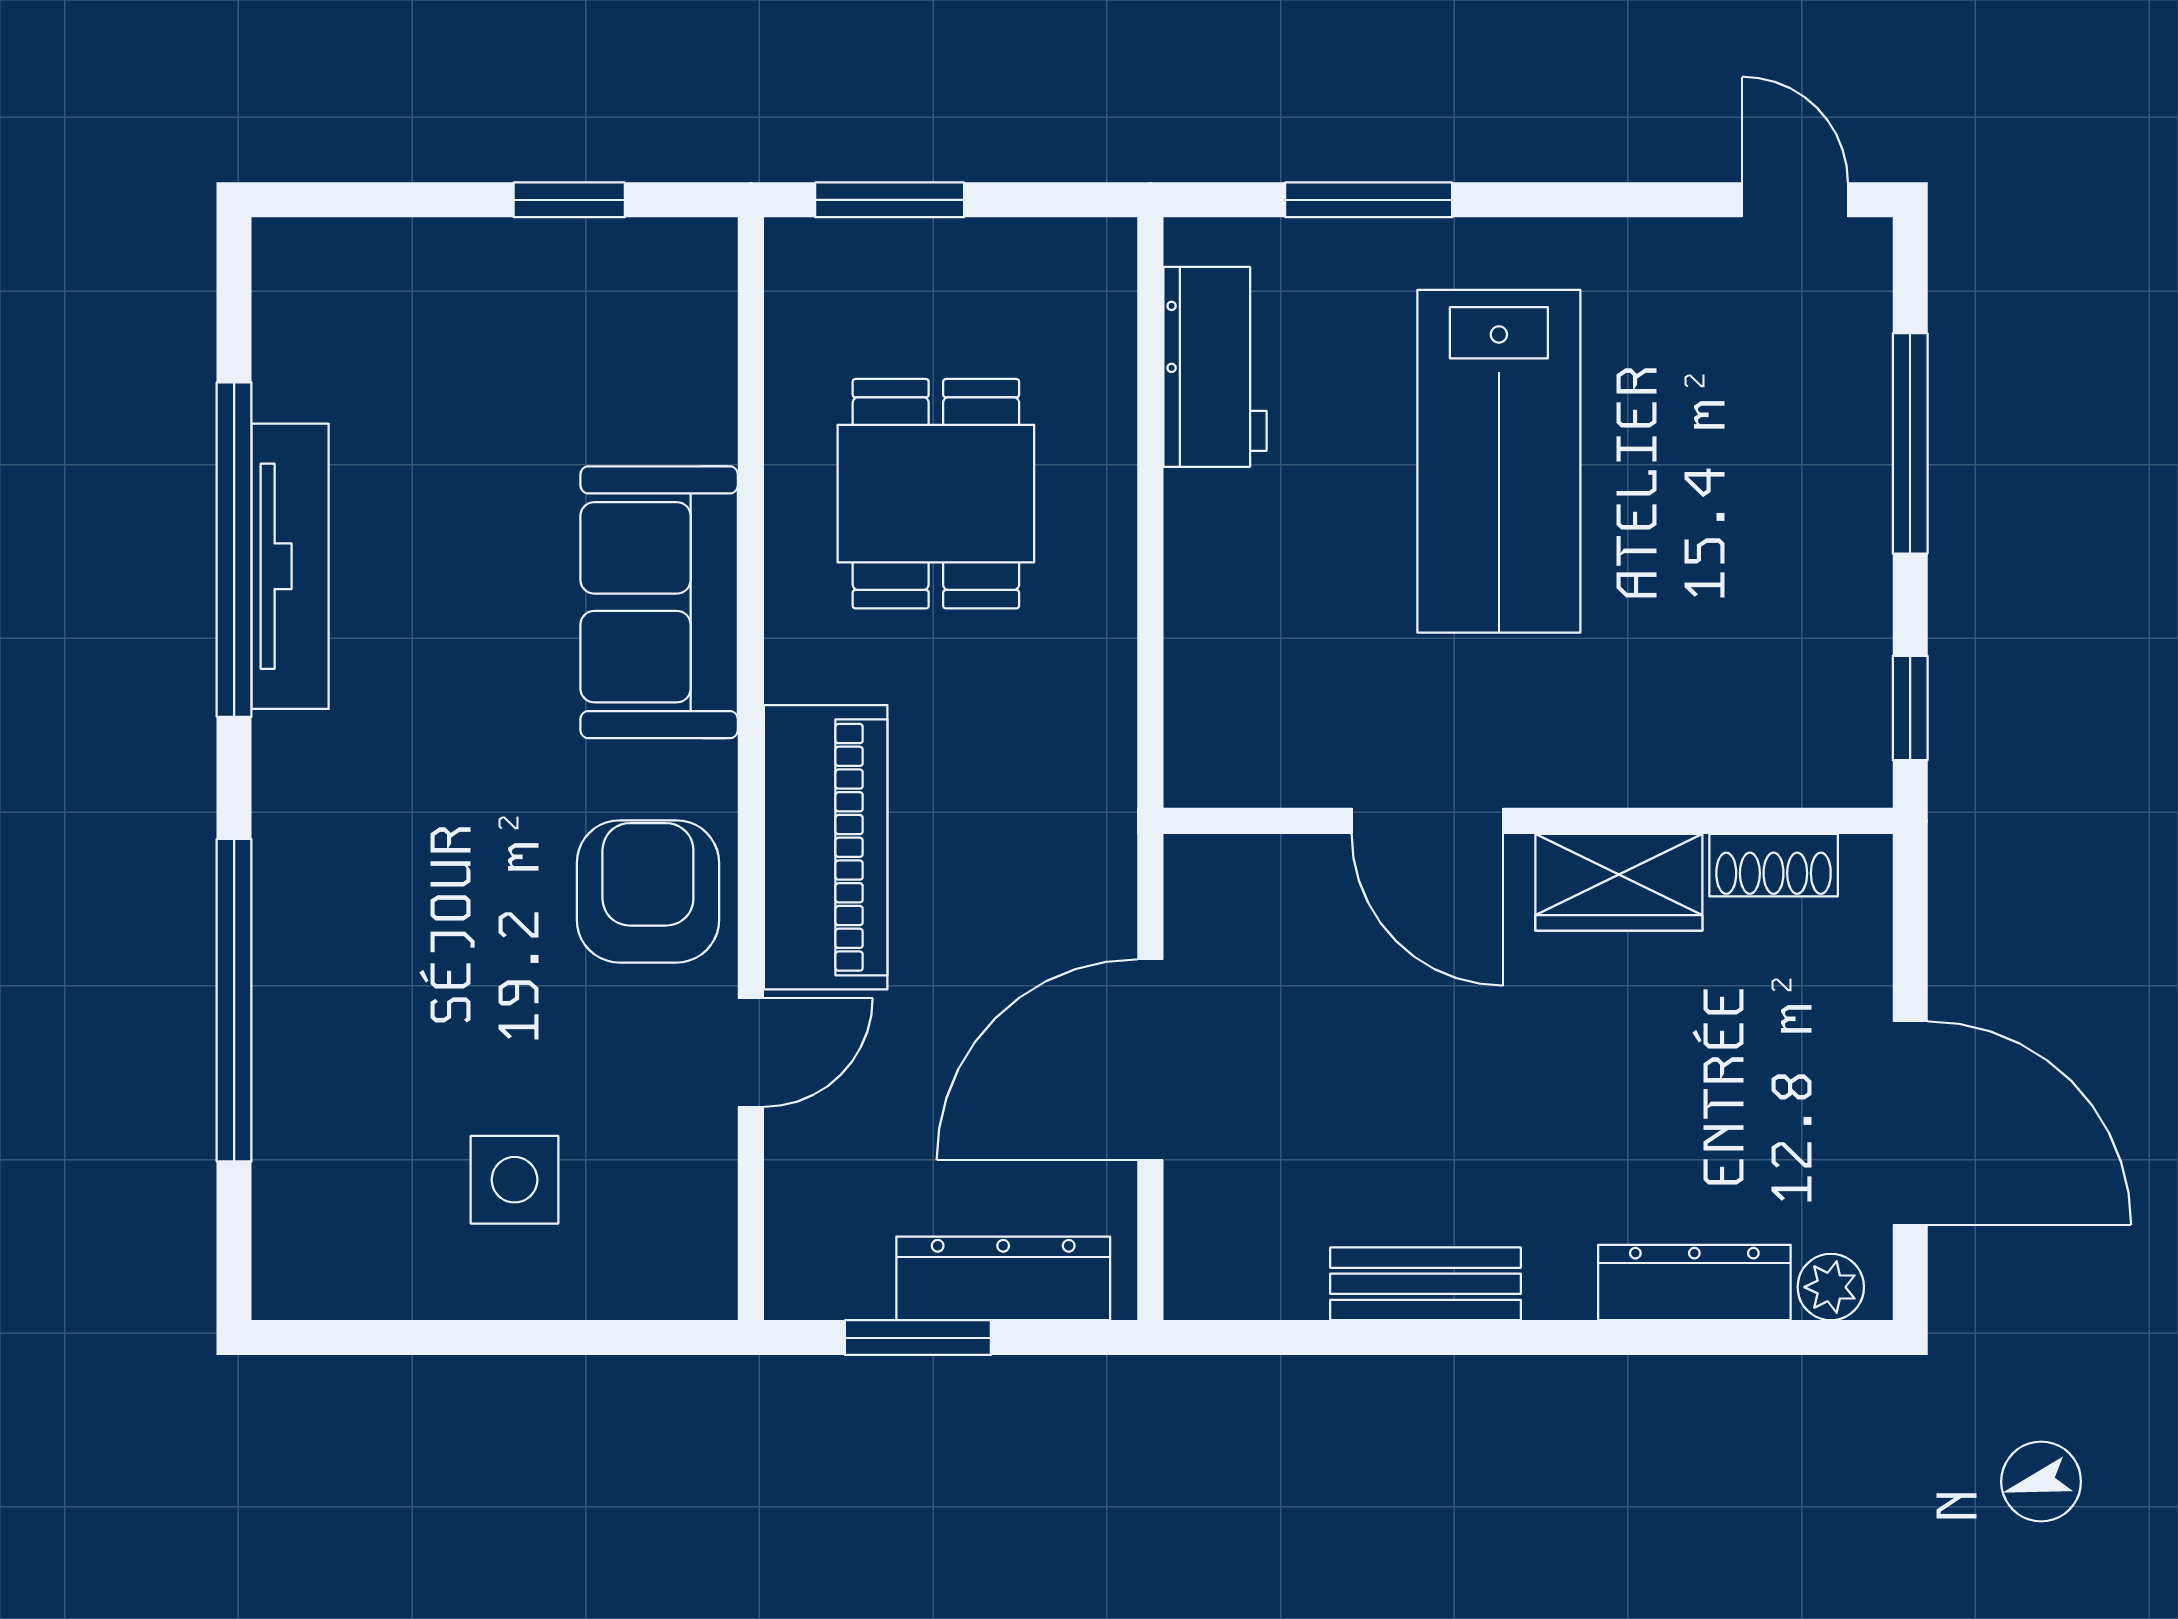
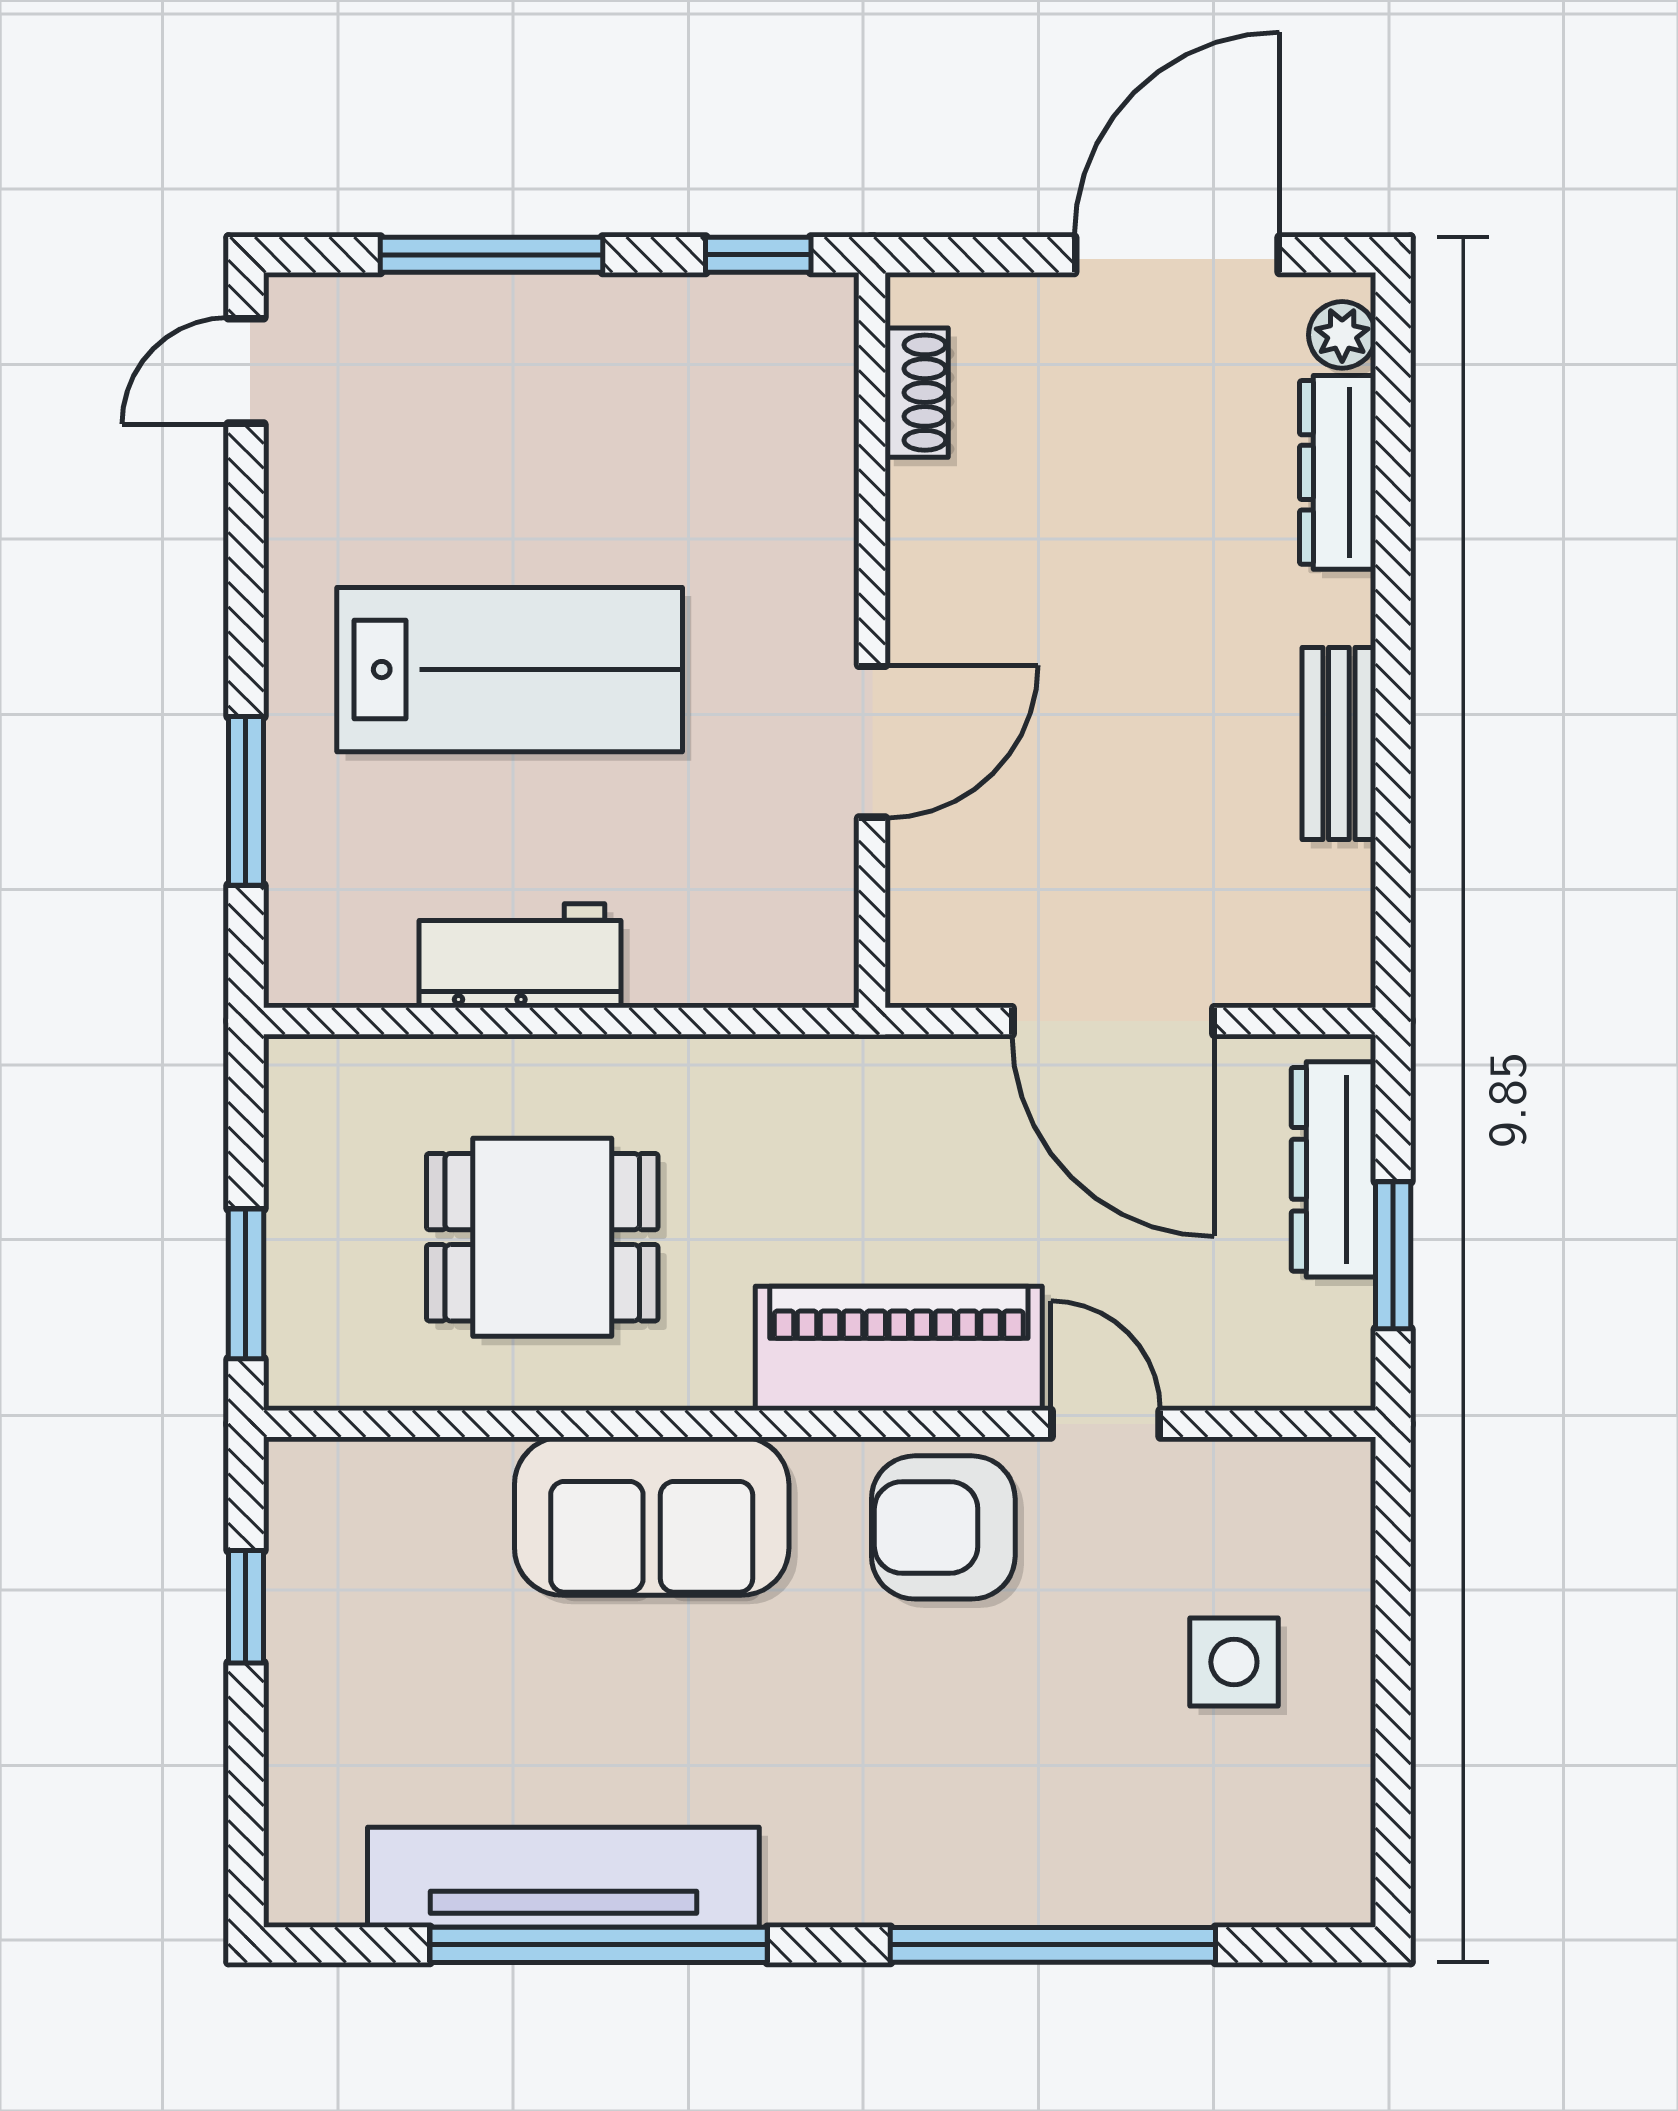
workbench: (1215, 367) -> (520, 956), moved
tv unit: (290, 566) -> (563, 1877), width x1.36, depth x1.29
wardrobe: (1619, 882) -> (934, 549), removed

